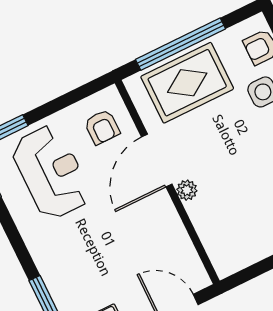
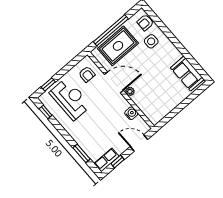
door: (157, 161) -> (114, 82), swing flipped
water cooler: (177, 239) -> (131, 113), added

